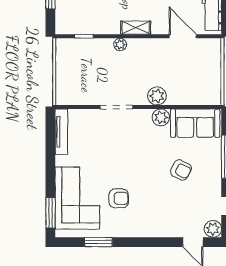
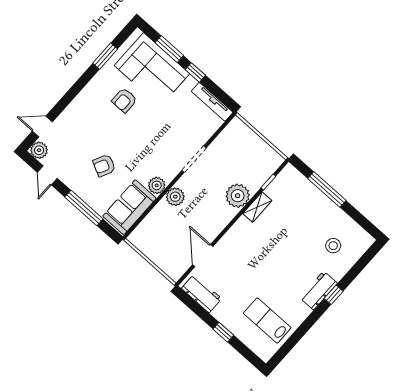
shelving: (136, 28) -> (257, 207), moved
door: (183, 36) -> (203, 256), swing flipped
plant: (120, 44) -> (238, 196), width x1.88, depth x1.88
window: (50, 164) -> (195, 72), added
window: (50, 213) -> (169, 49), moved

